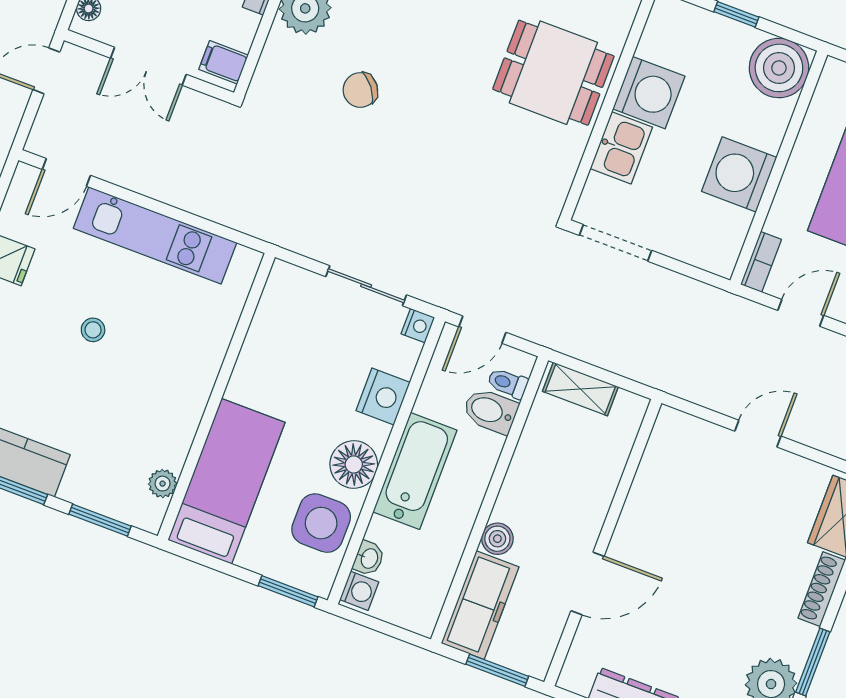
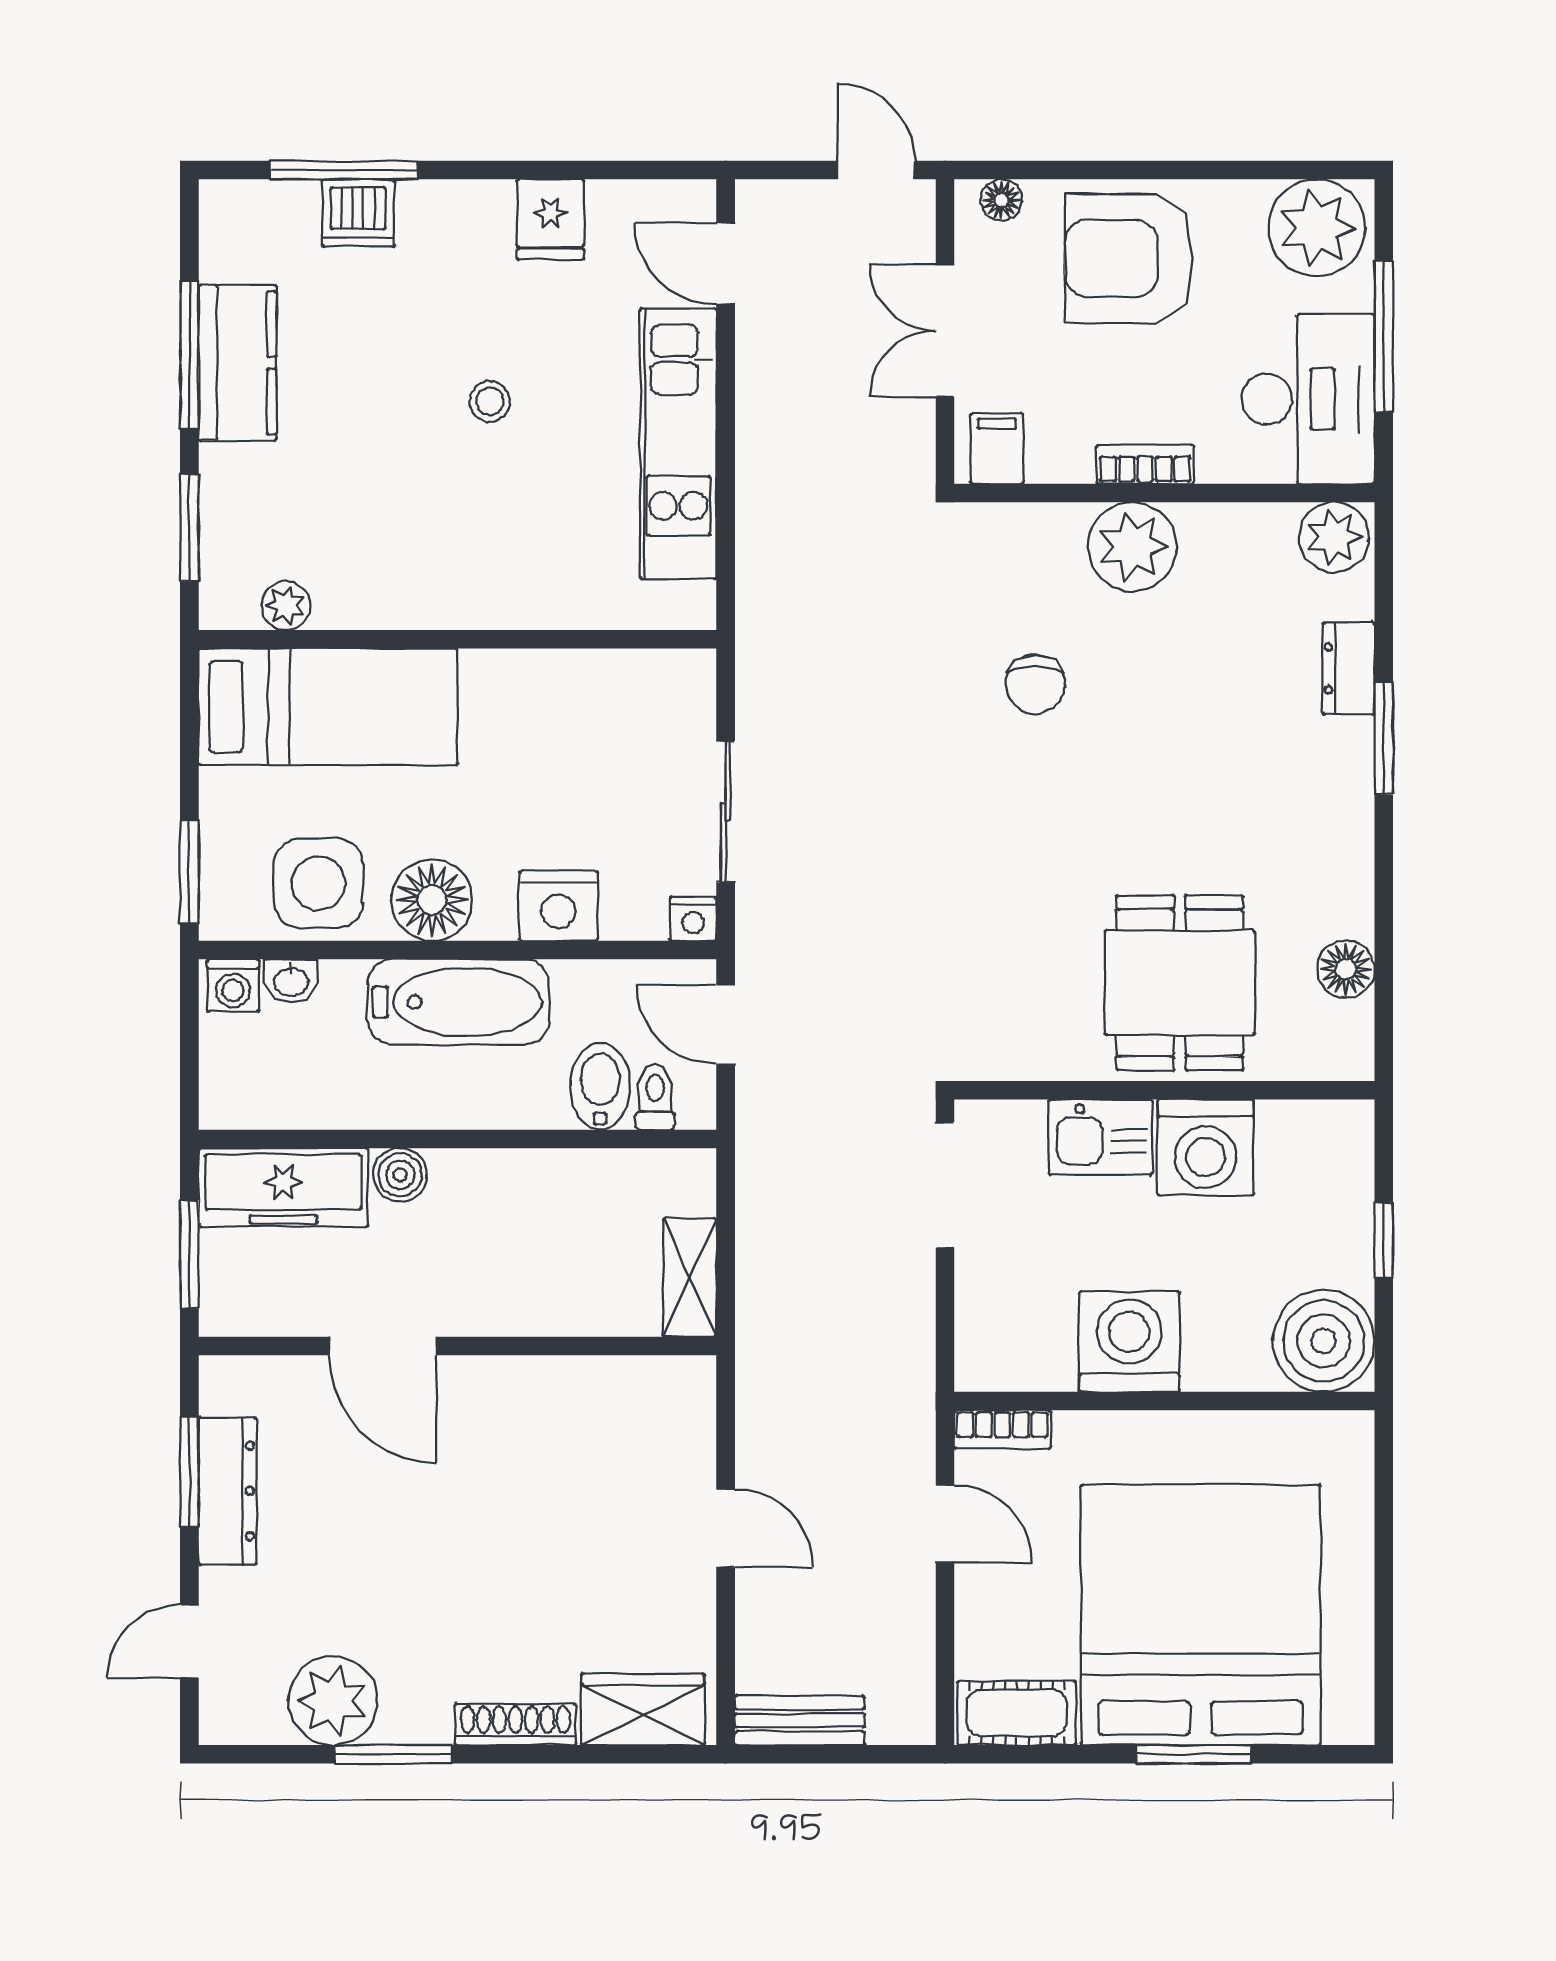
chair: (360, 90) -> (1035, 684), turned -142
shelving: (580, 389) -> (690, 1278), moved

